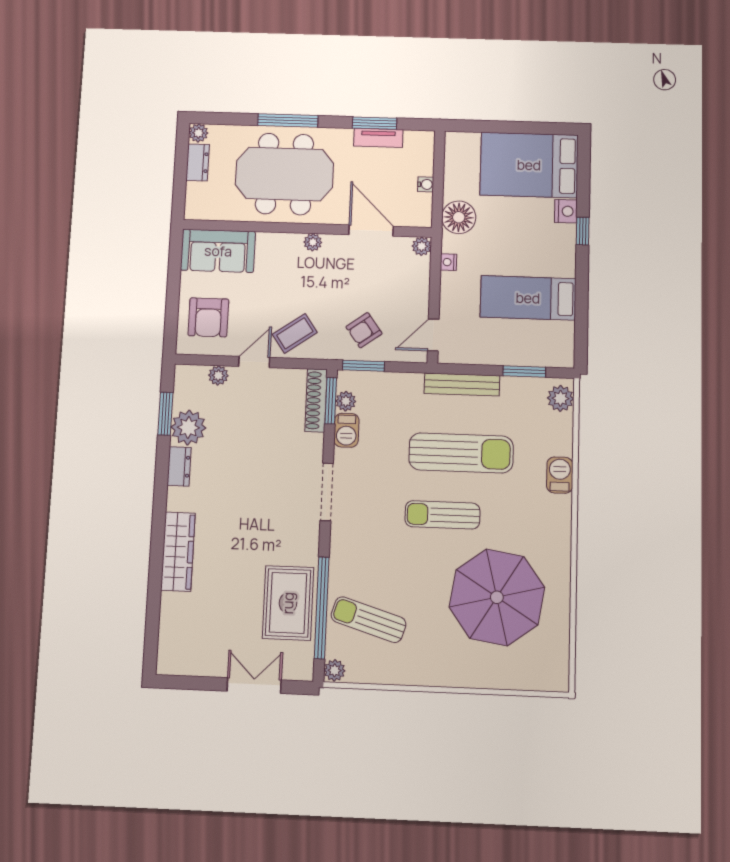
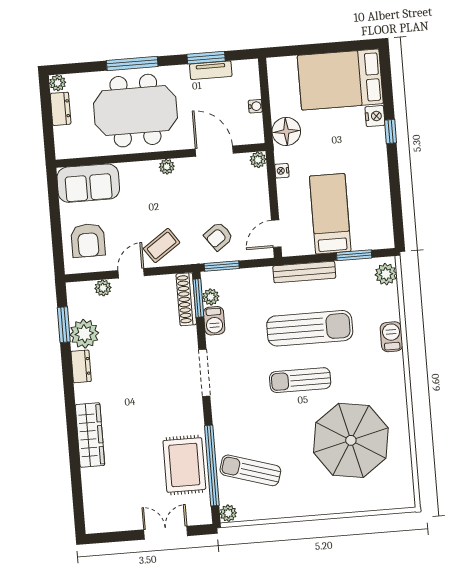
bed: (528, 298) -> (330, 214), moved, turned 90

